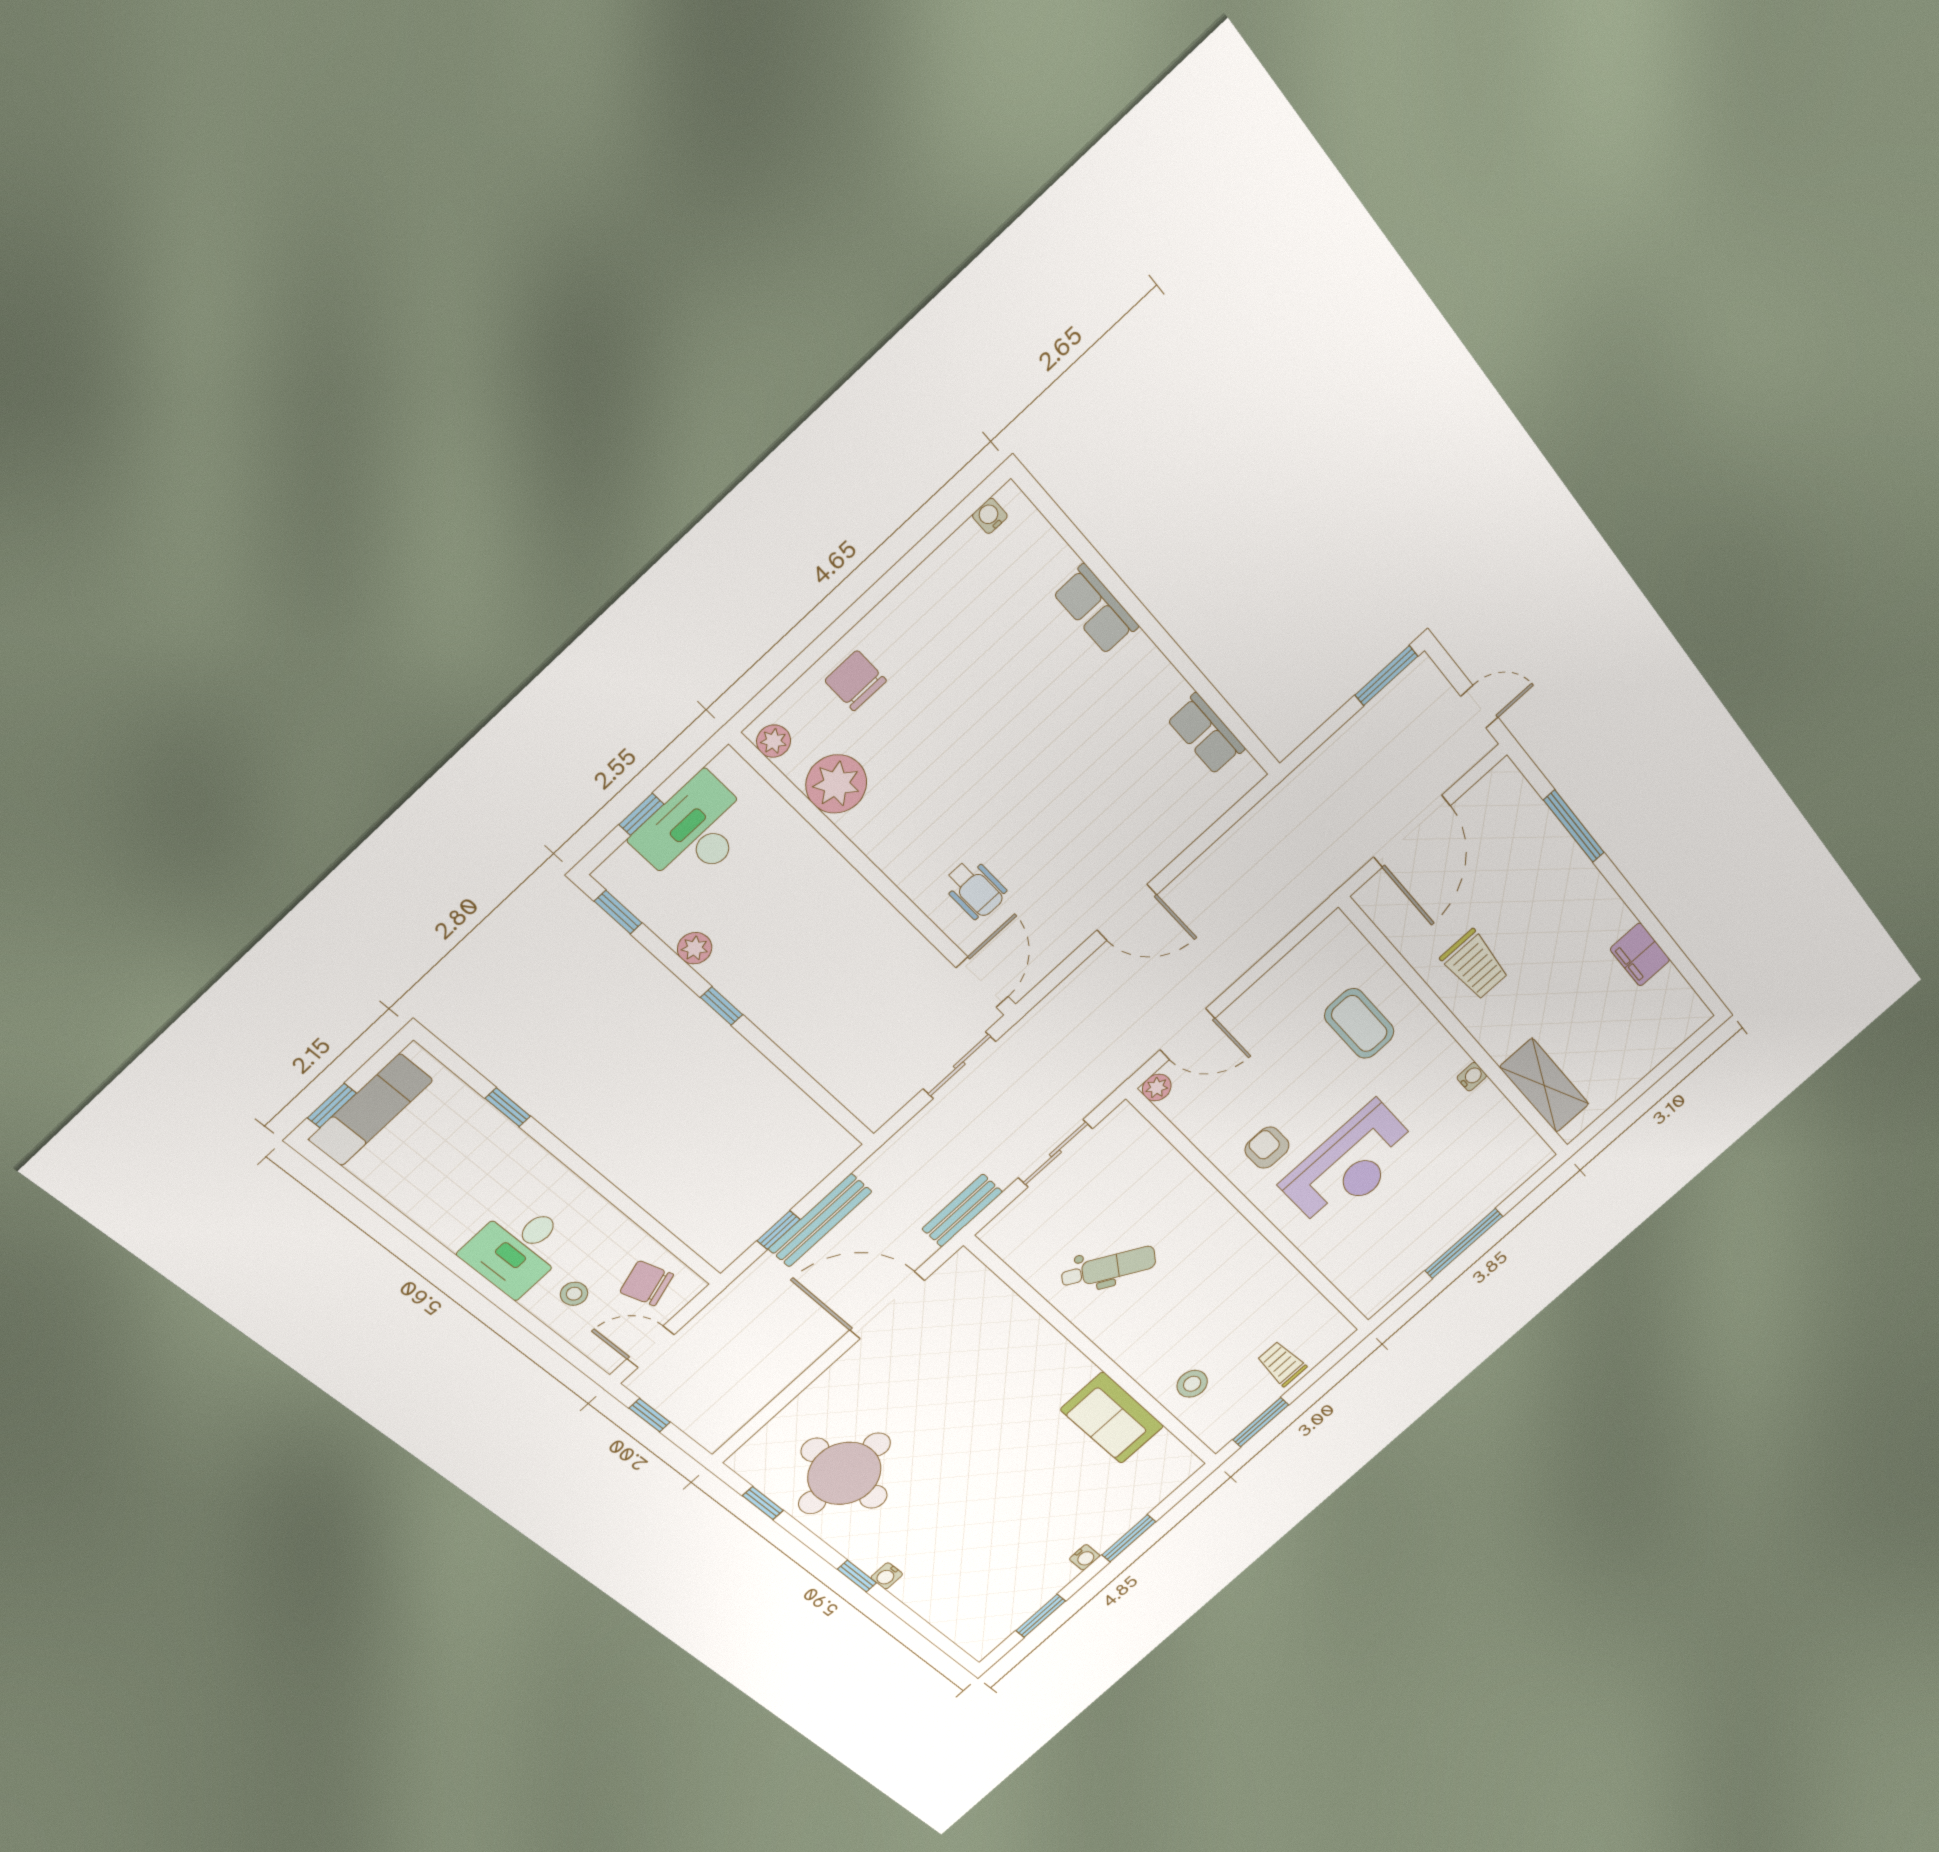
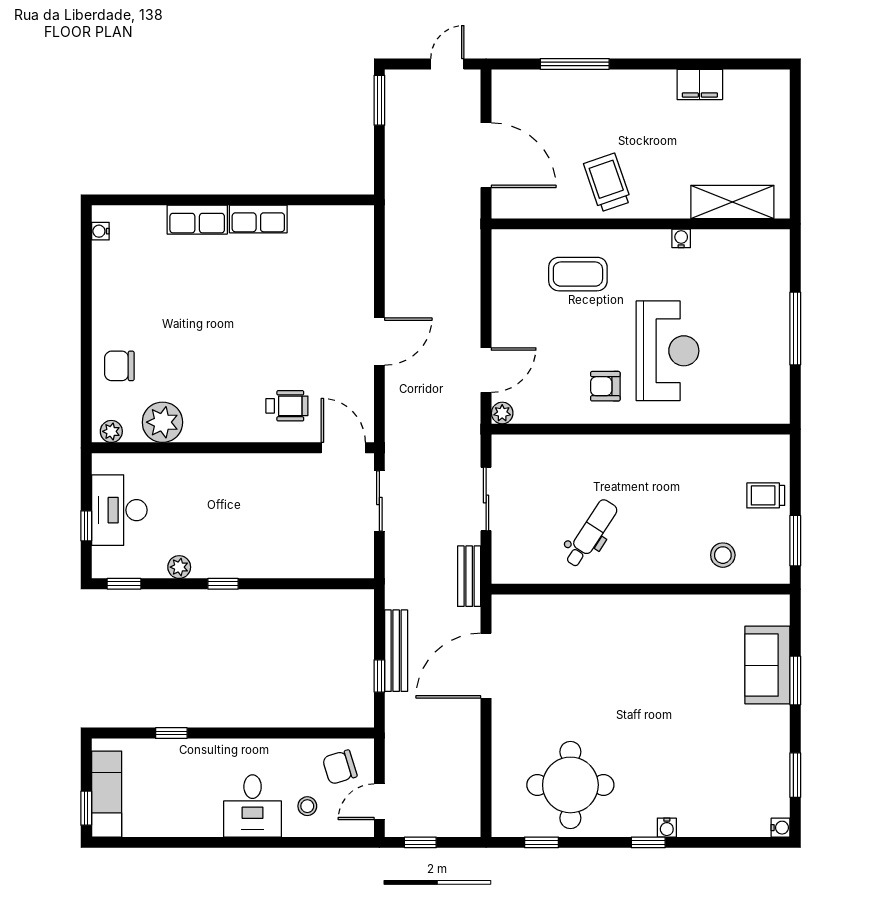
row of seats: (1206, 734) -> (258, 219), moved
trolley: (1475, 965) -> (607, 183), turned -109
sofa: (1112, 1418) -> (767, 665), moved, turned 90
water cooler: (1085, 1557) -> (781, 828), moved

